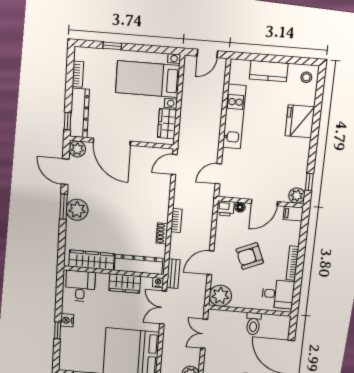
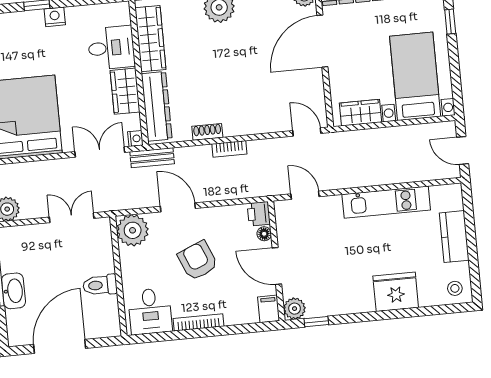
desk: (80, 286) -> (111, 48), moved

